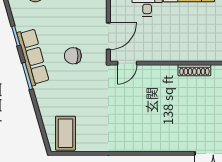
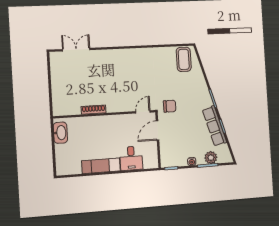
chair: (73, 56) -> (170, 106), moved
row of seats: (33, 57) -> (214, 126), moved

